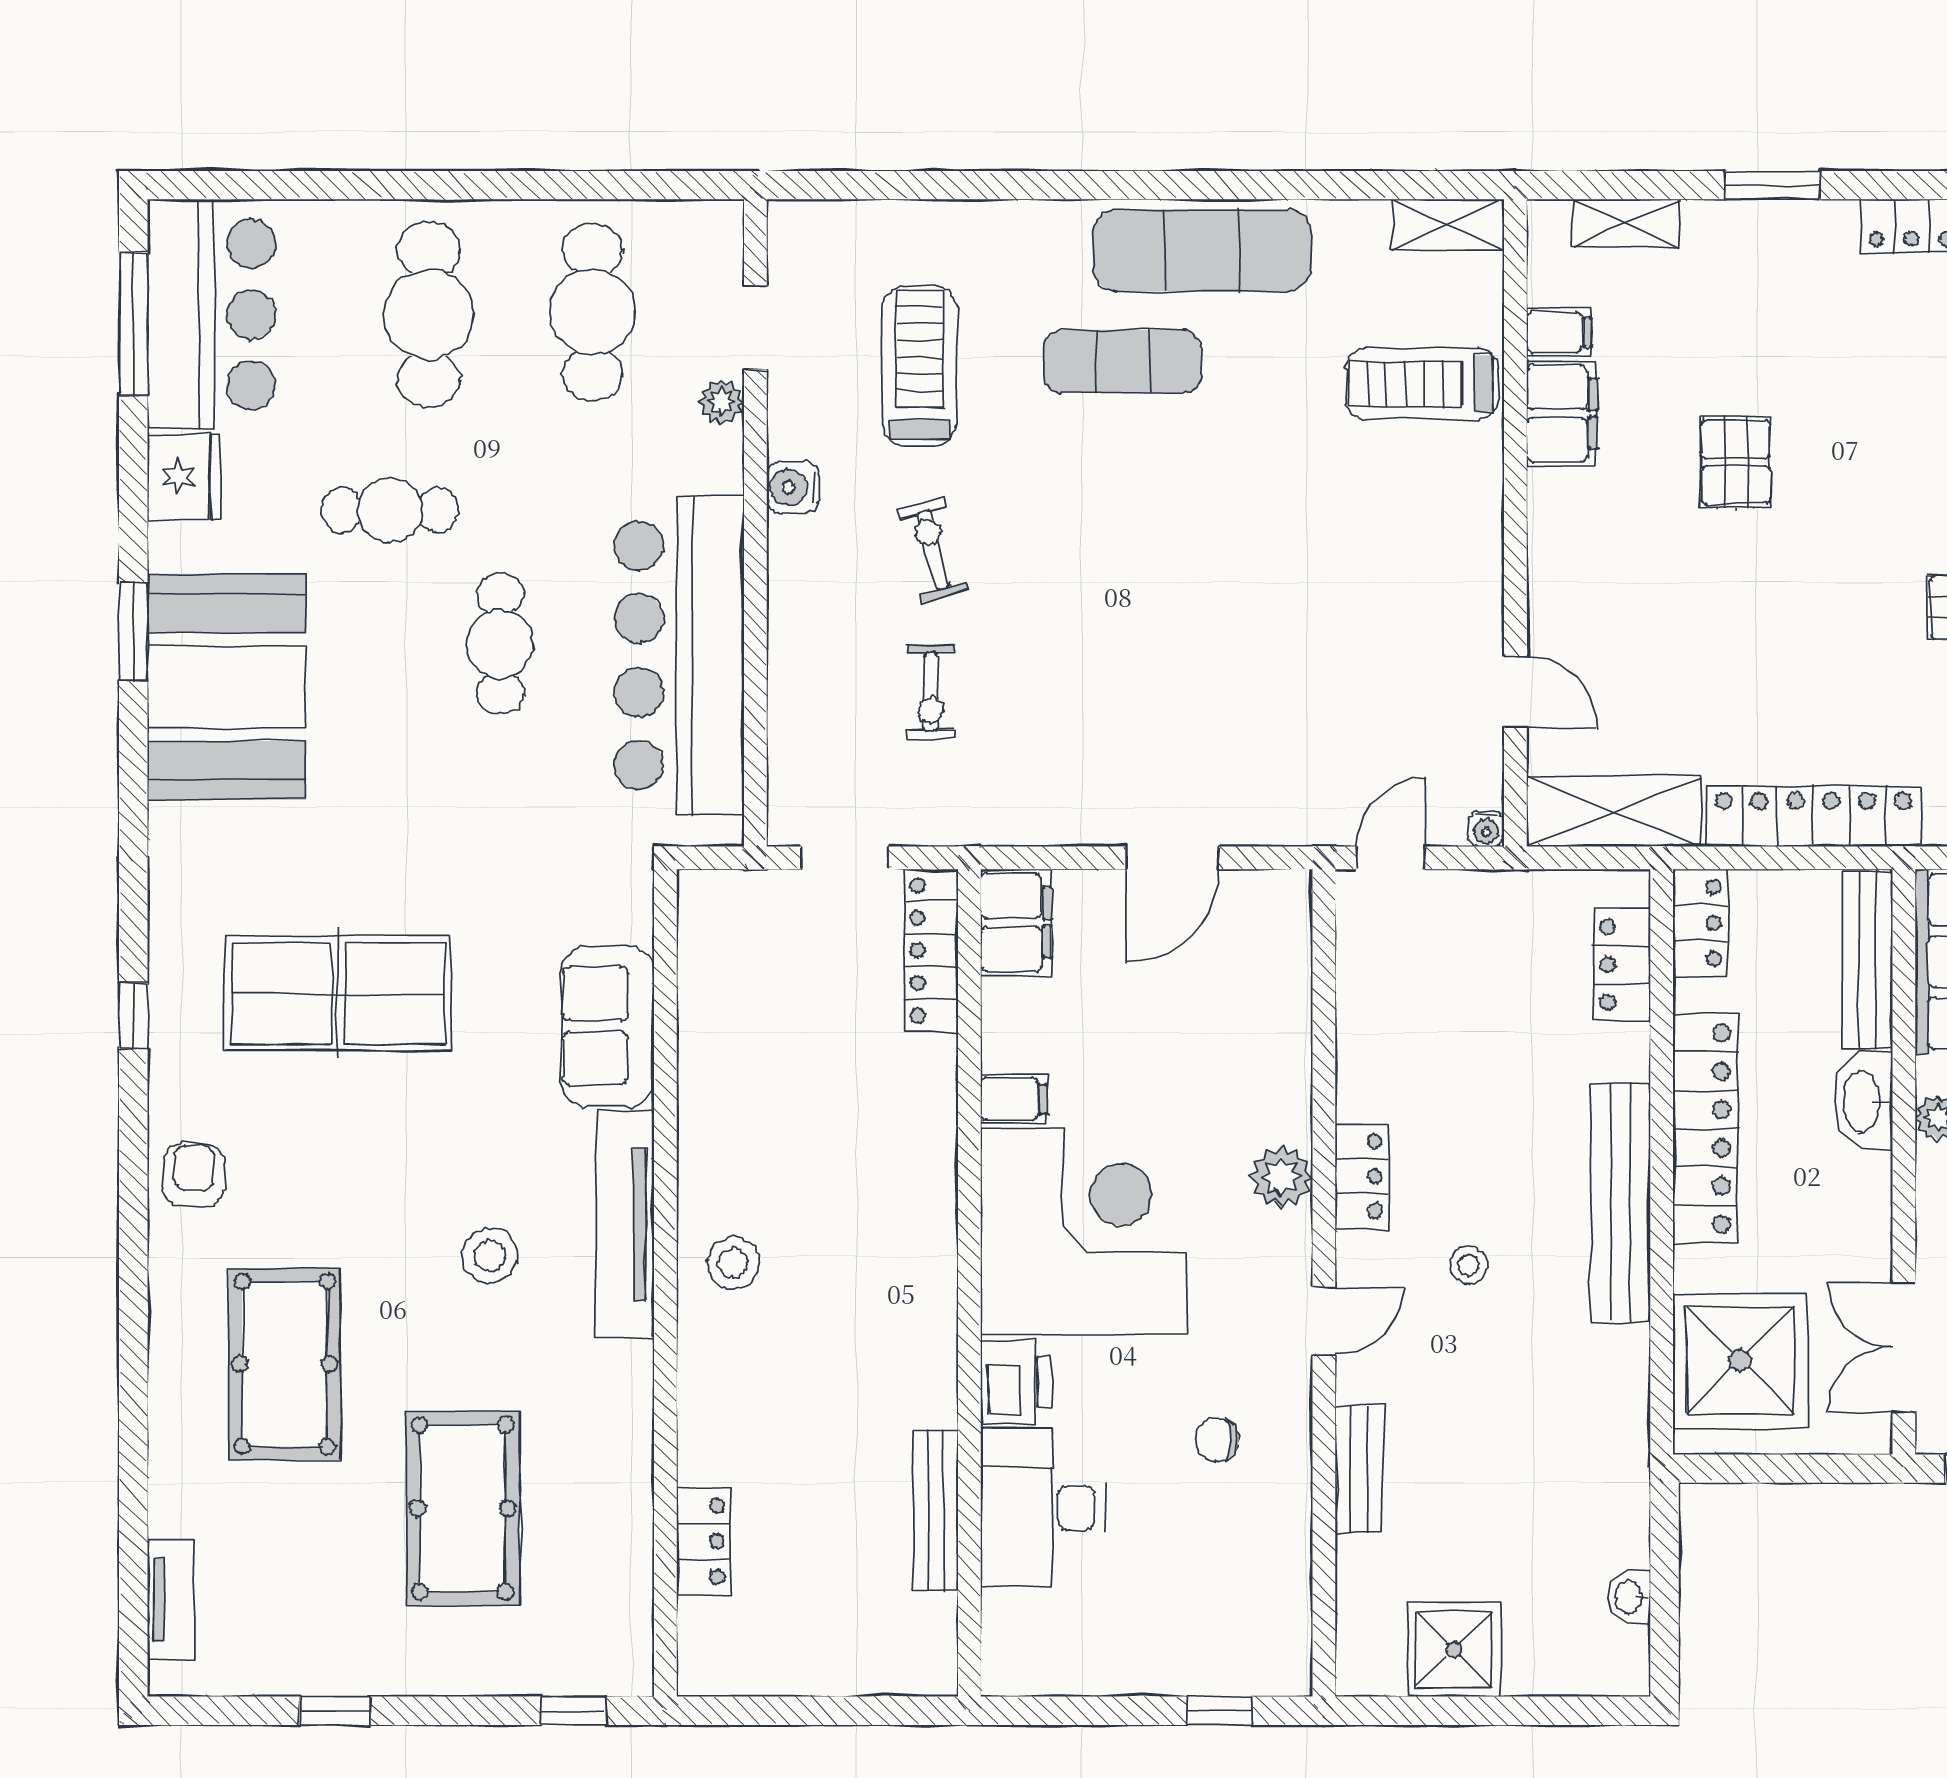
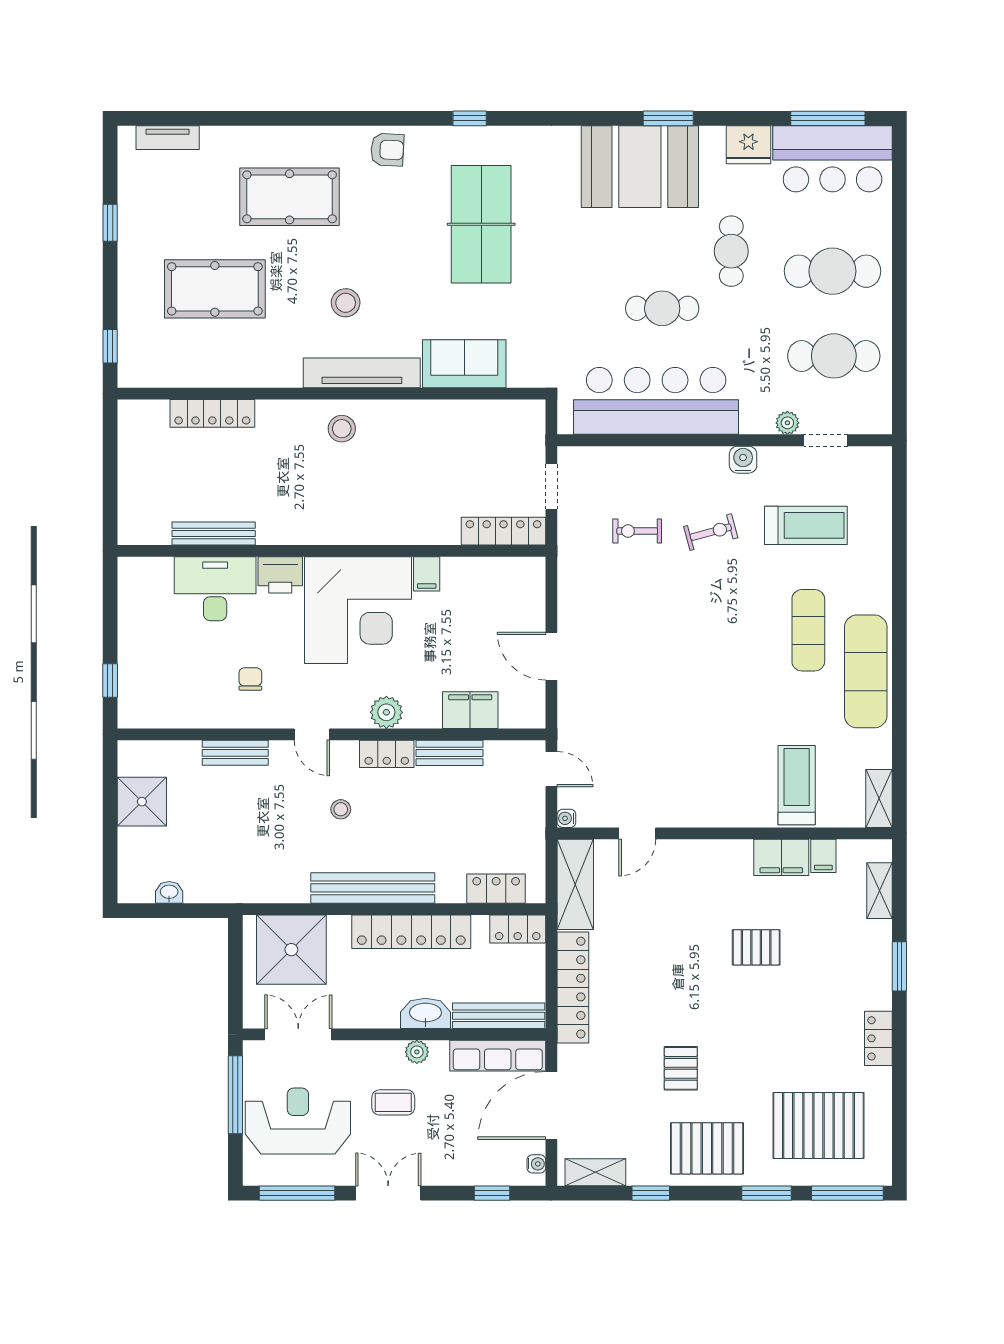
filing cabinet: (1016, 923) -> (470, 710), moved, turned 180
bench: (1360, 1055) -> (450, 753), added
locker: (704, 1541) -> (212, 413), width x1.53

